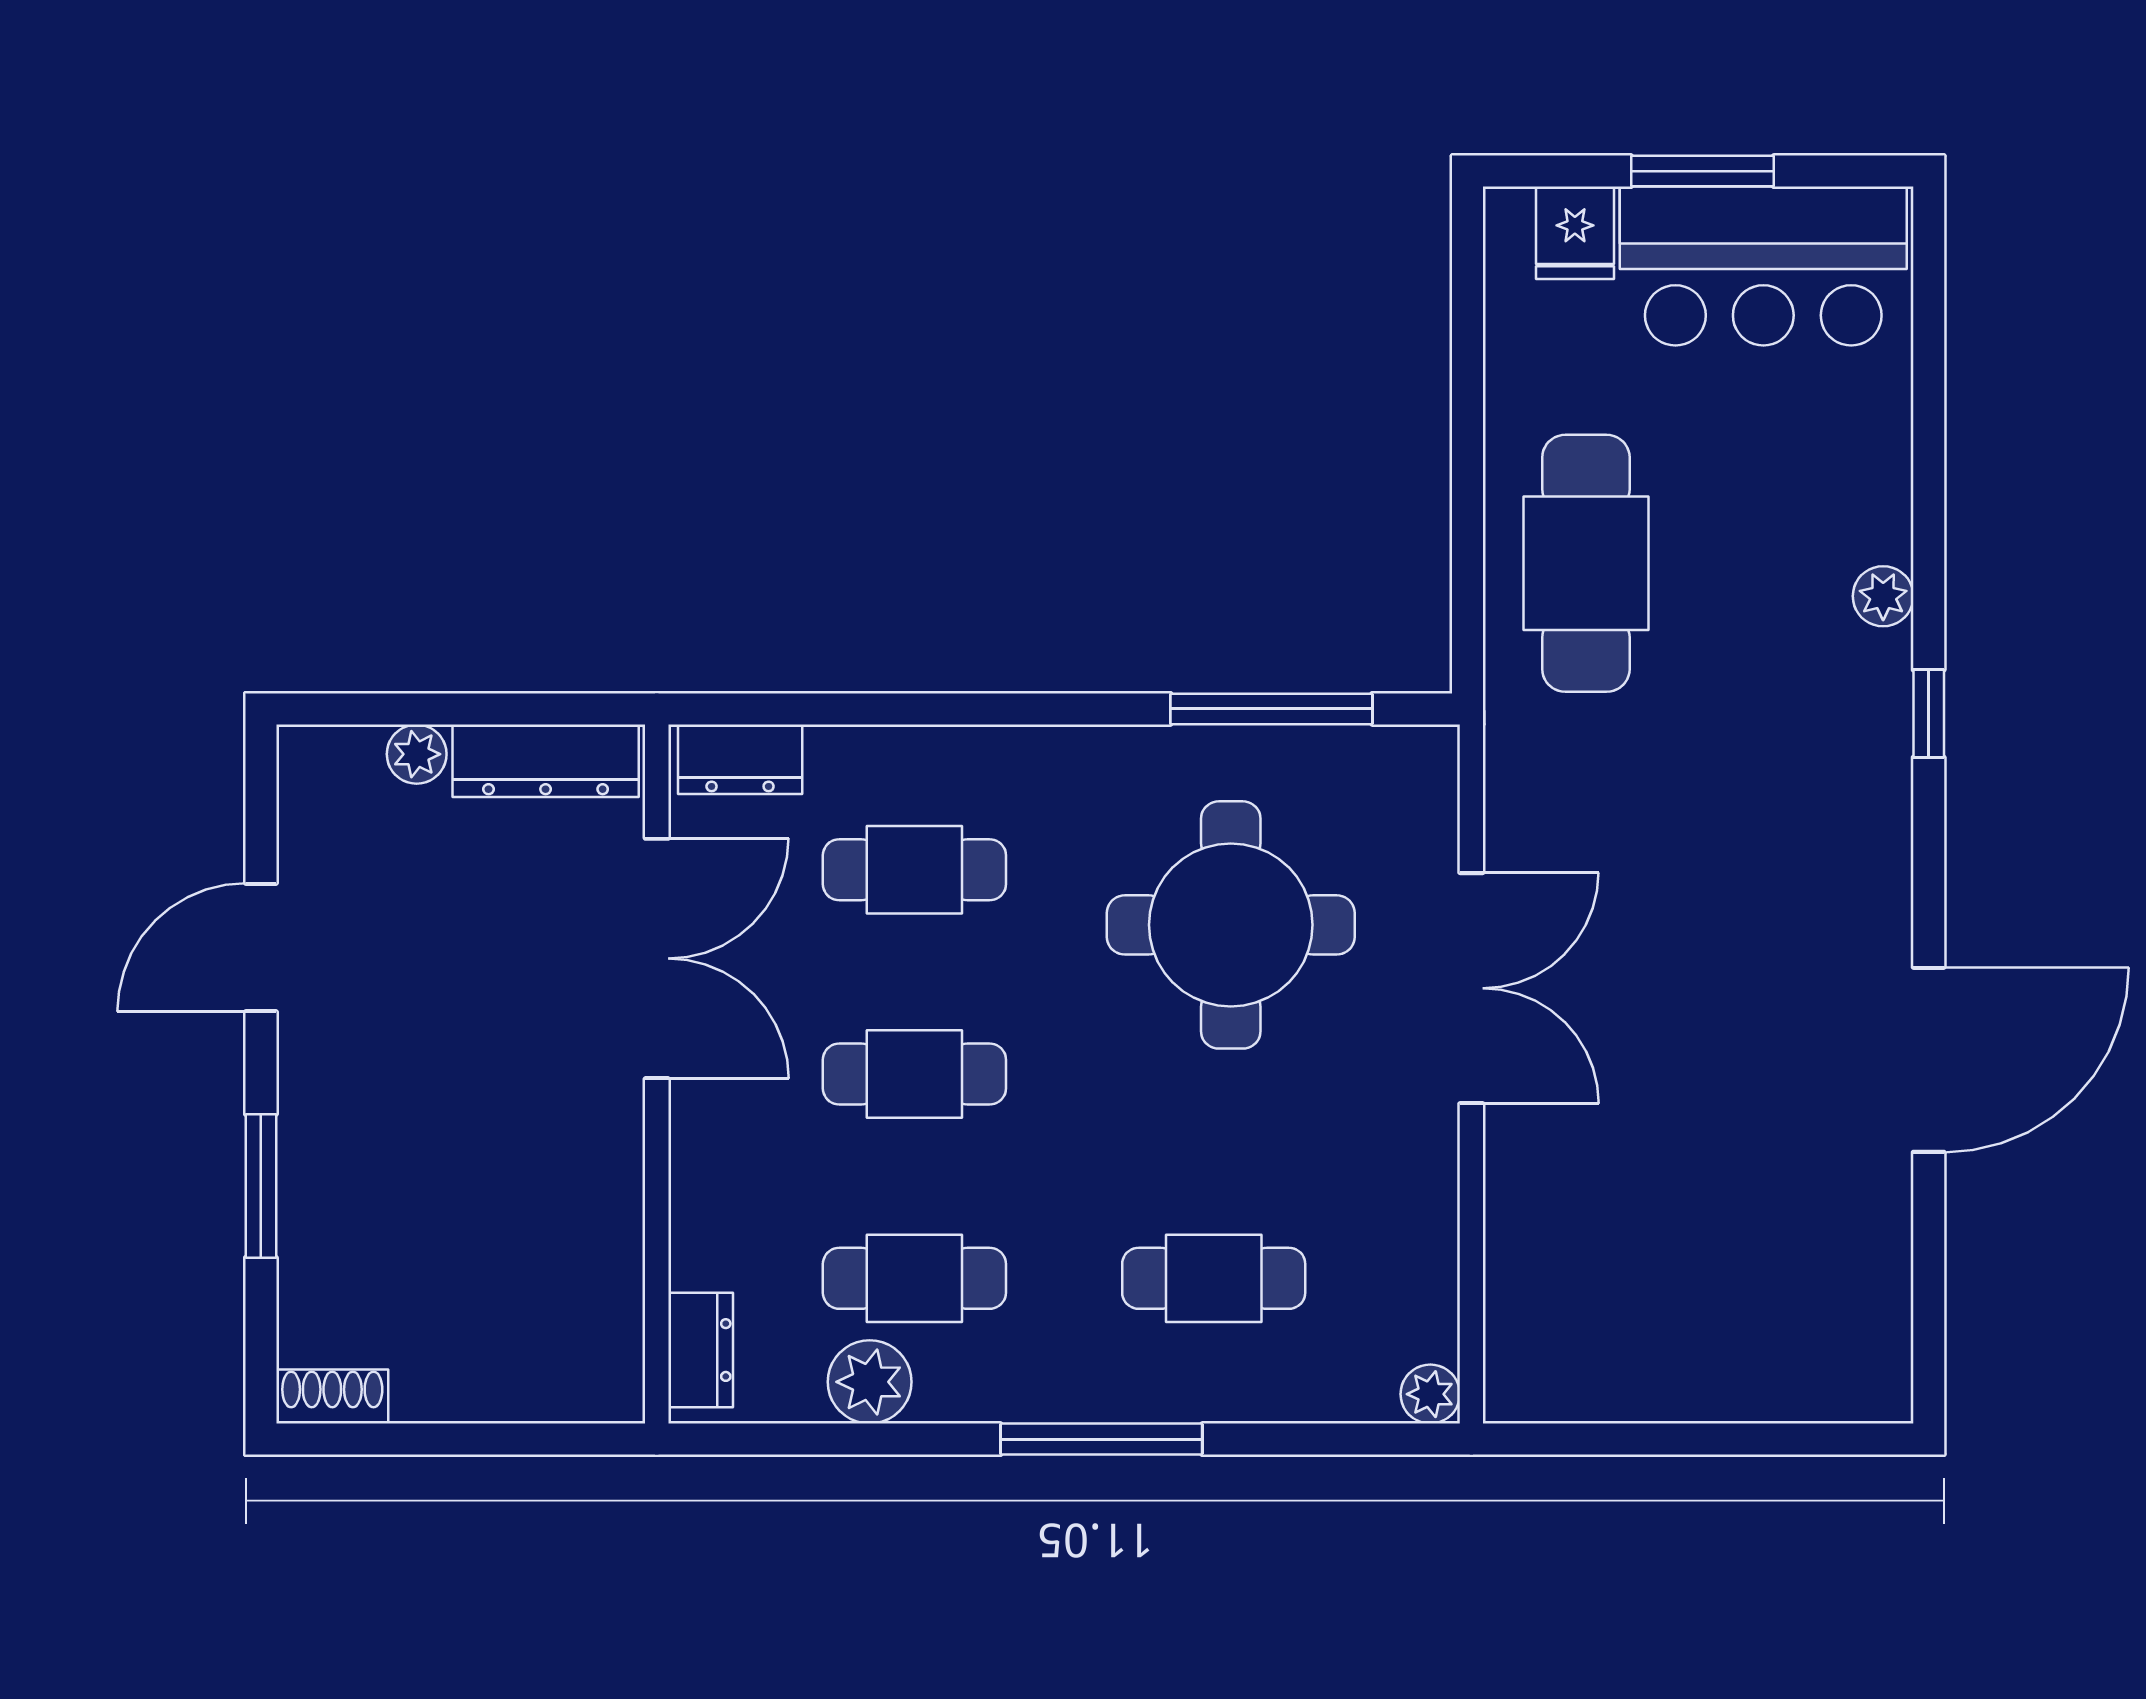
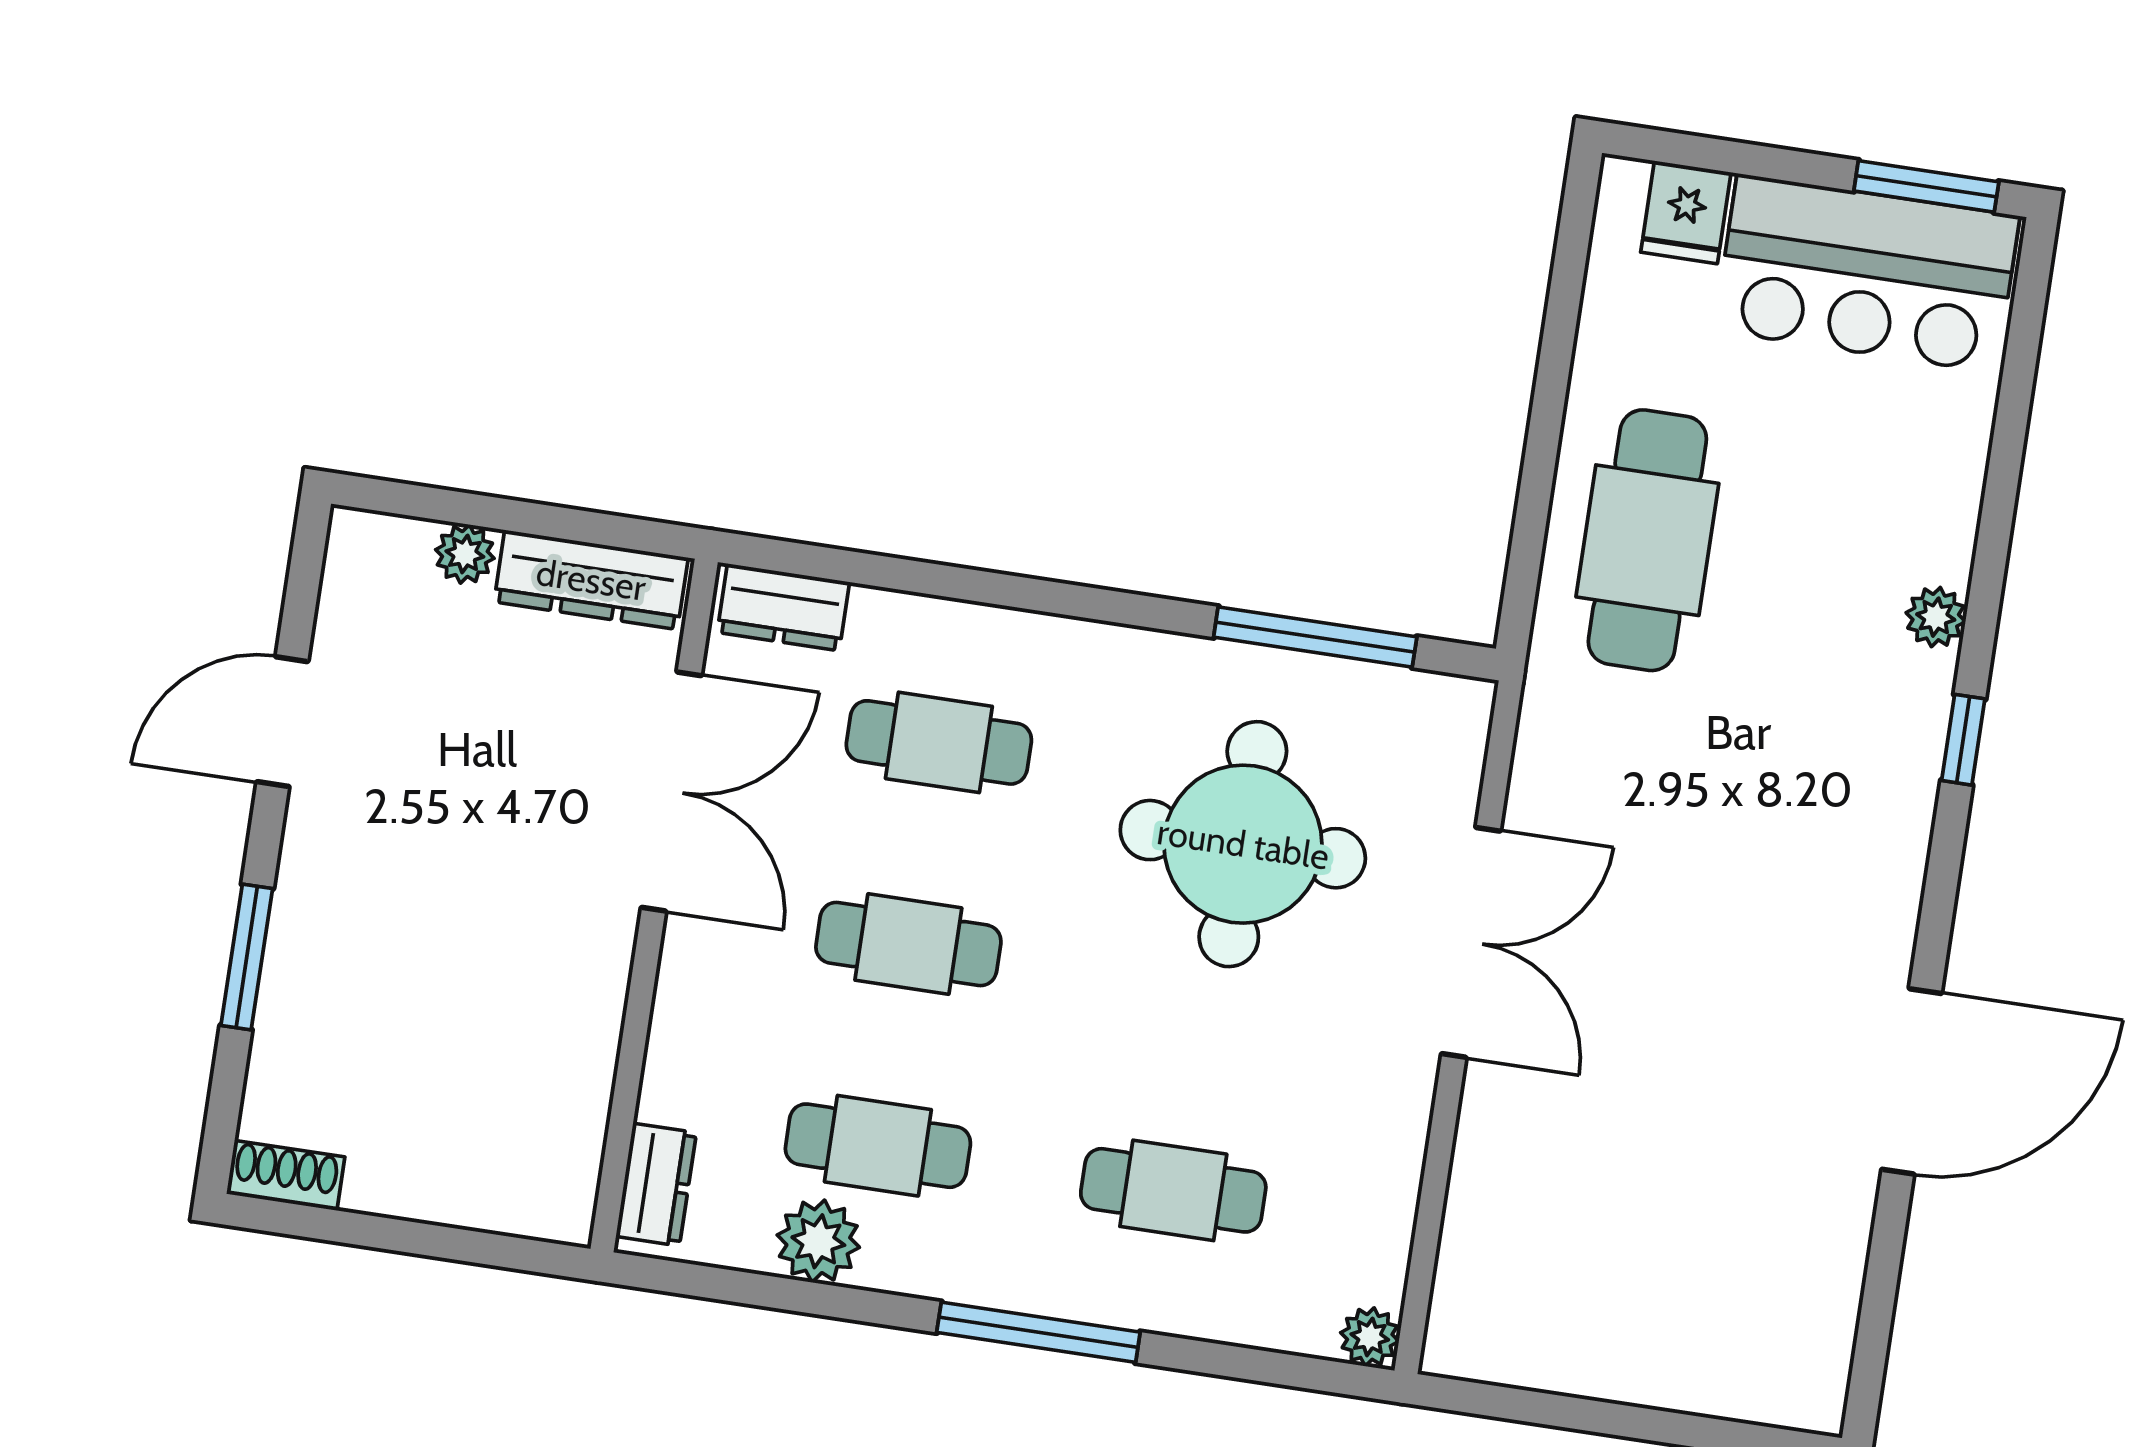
window: (1702, 171) -> (1926, 186), moved

